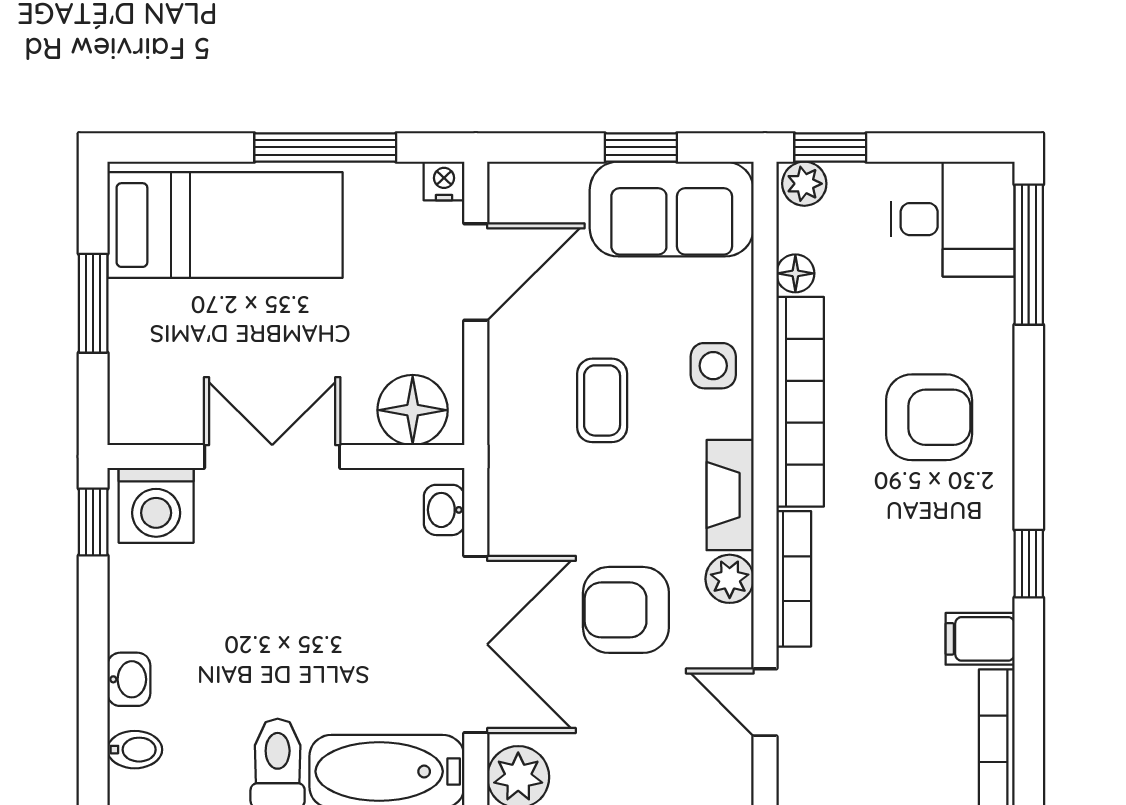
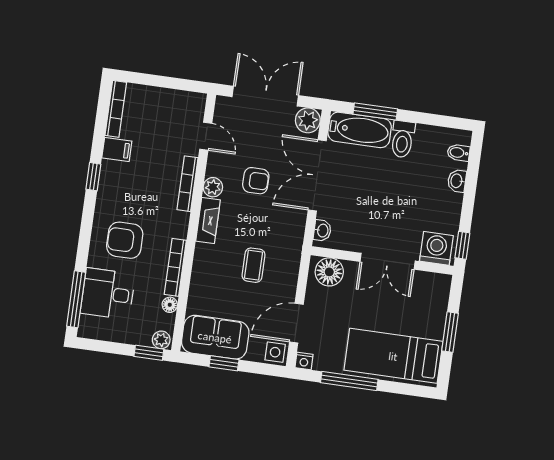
desk: (953, 219) -> (108, 294), moved
side table: (713, 366) -> (275, 352), moved
bookcase: (800, 402) -> (175, 267), width x0.68, depth x0.76
armchair: (626, 610) -> (256, 181), width x0.72, depth x0.72

